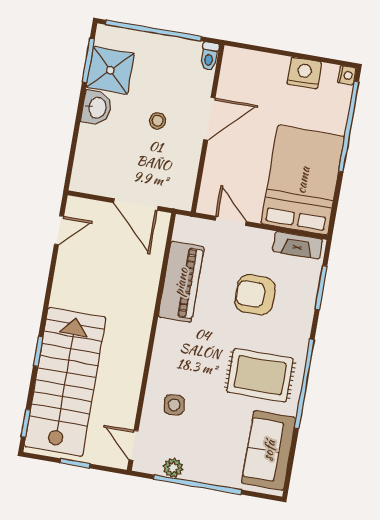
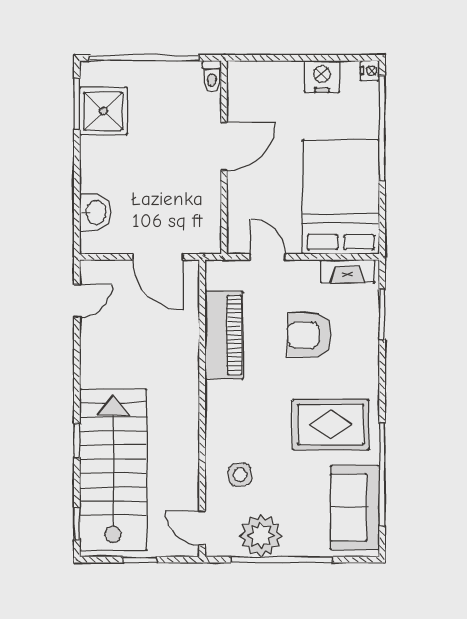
washbasin: (97, 108) -> (95, 213), moved
stool: (158, 121) -> (166, 159), removed
window: (304, 384) -> (382, 474), moved
plant: (173, 468) -> (261, 536), width x1.87, depth x1.87

